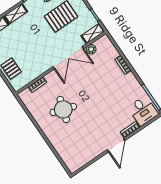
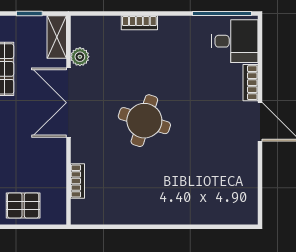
double door: (68, 58) -> (68, 103), swing flipped
round table: (63, 109) -> (144, 121), moved

